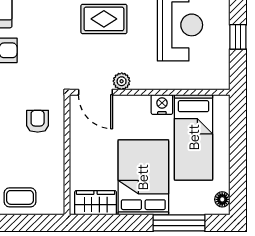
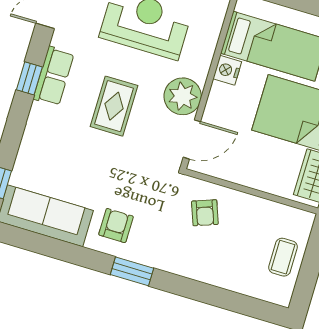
plant: (122, 81) -> (183, 96), width x1.87, depth x1.87
armchair: (38, 121) -> (205, 213), turned -110

